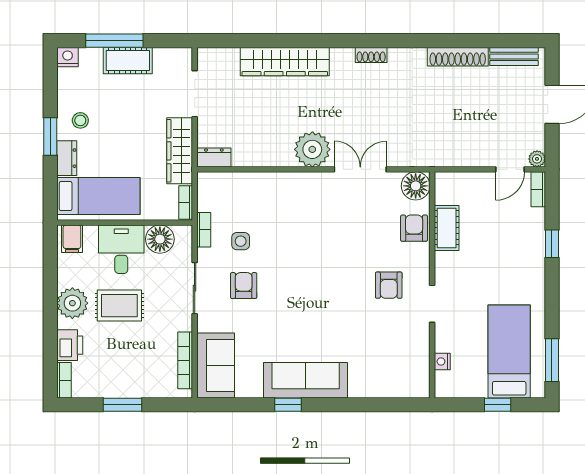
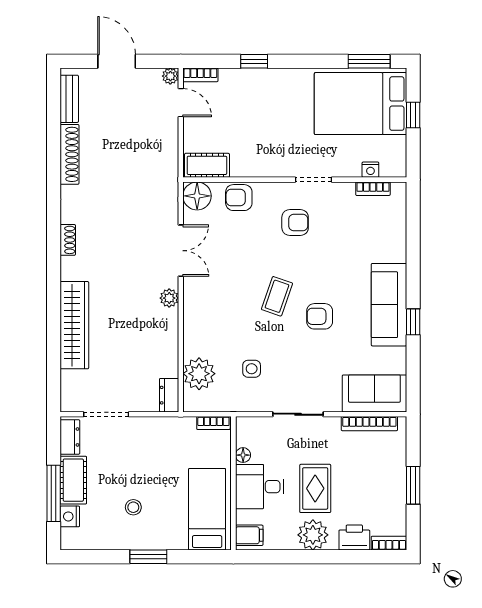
nightstand: (68, 57) -> (70, 516), moved
stool: (80, 120) -> (133, 507), moved
plant: (312, 149) -> (169, 298), width x0.53, depth x0.53
wardrobe: (180, 151) -> (162, 429), removed
dresser: (67, 158) -> (70, 437), moved, turned 90
double door: (360, 169) -> (181, 251), swing flipped
plant: (236, 188) -> (199, 374), added
cot: (447, 228) -> (207, 165), moved
bookcase: (204, 230) -> (373, 189), moved, turned 180
floor lamp: (160, 239) -> (243, 455), width x0.53, depth x0.53
coffee table: (314, 267) -> (277, 296), added
armchair: (244, 286) -> (320, 316), moved
bed: (509, 351) -> (361, 104), width x1.50

